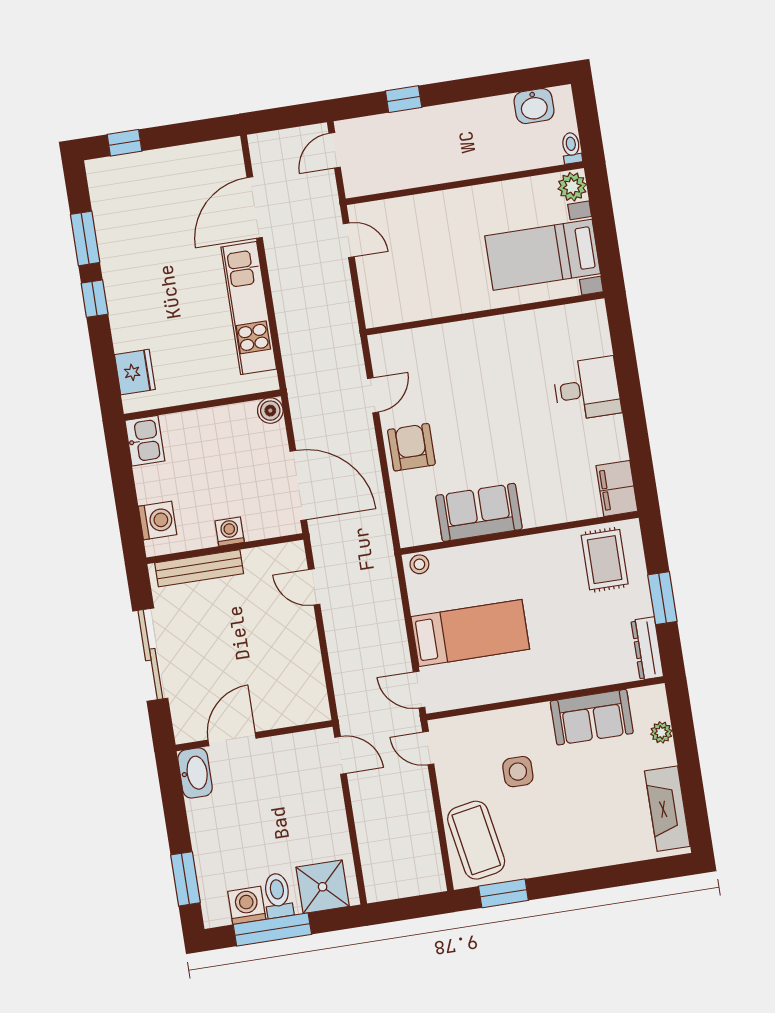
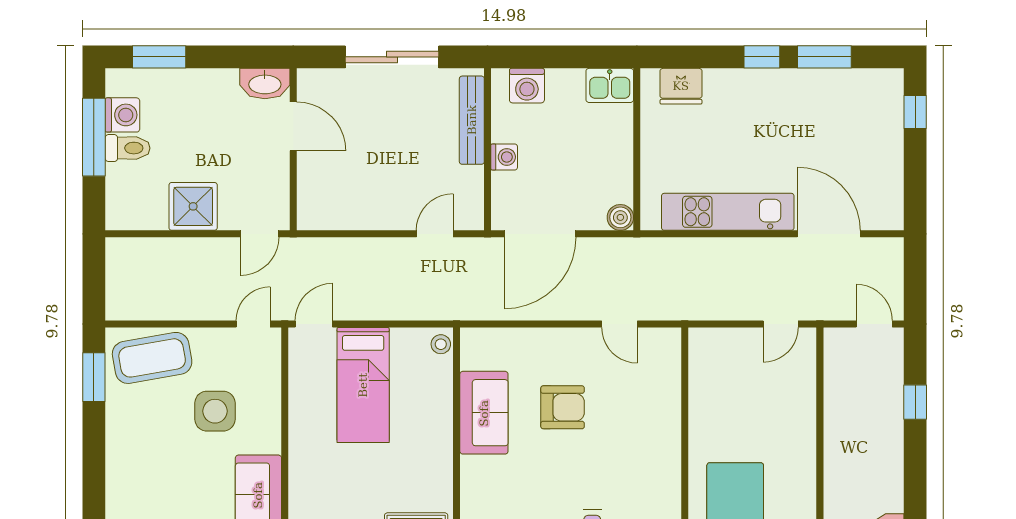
armchair: (411, 447) -> (563, 407), moved
side table: (518, 772) -> (215, 411), width x1.37, depth x1.37
shower: (323, 887) -> (193, 206), moved

